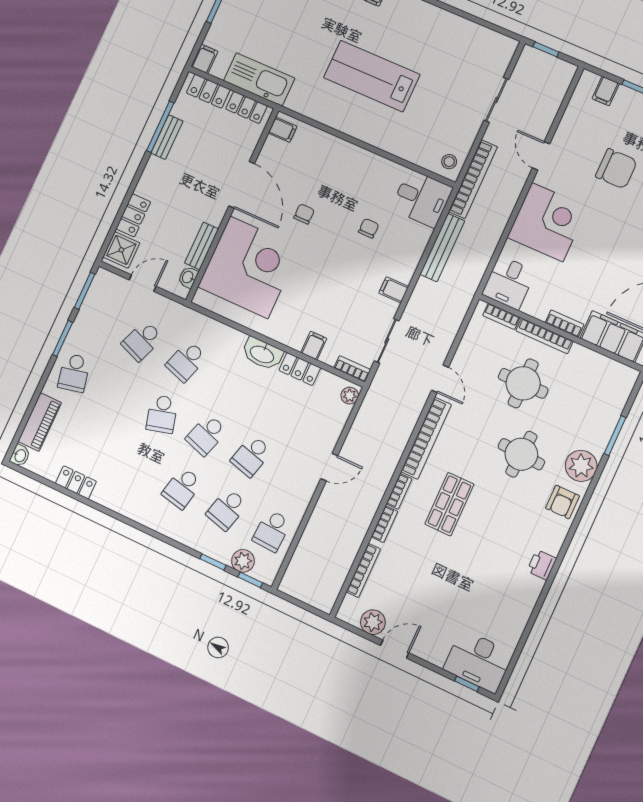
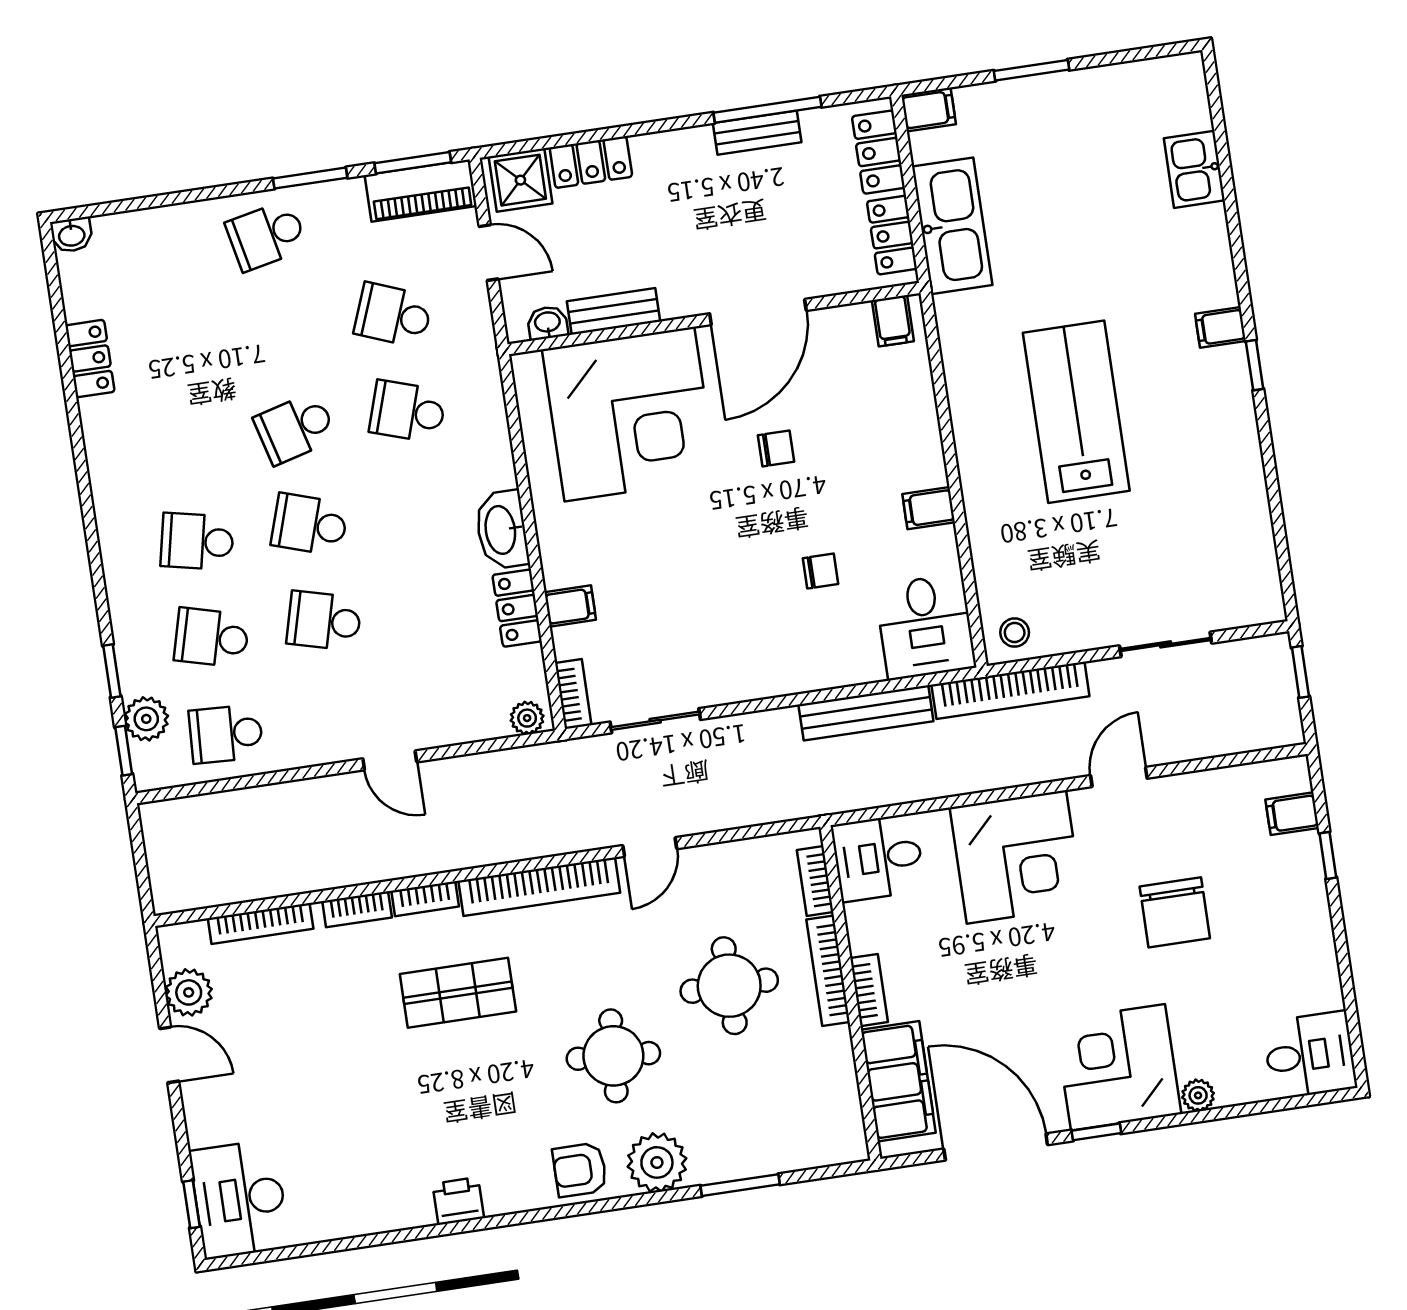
filing cabinet: (394, 290) -> (929, 508), moved, turned -90
piano: (40, 422) -> (421, 191), moved

